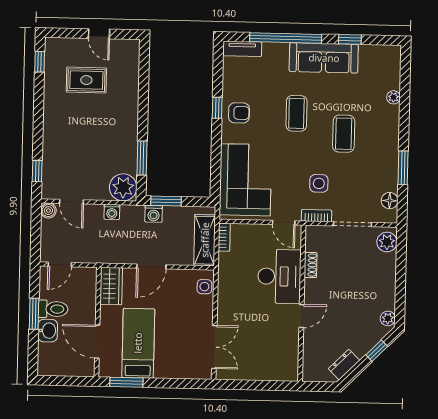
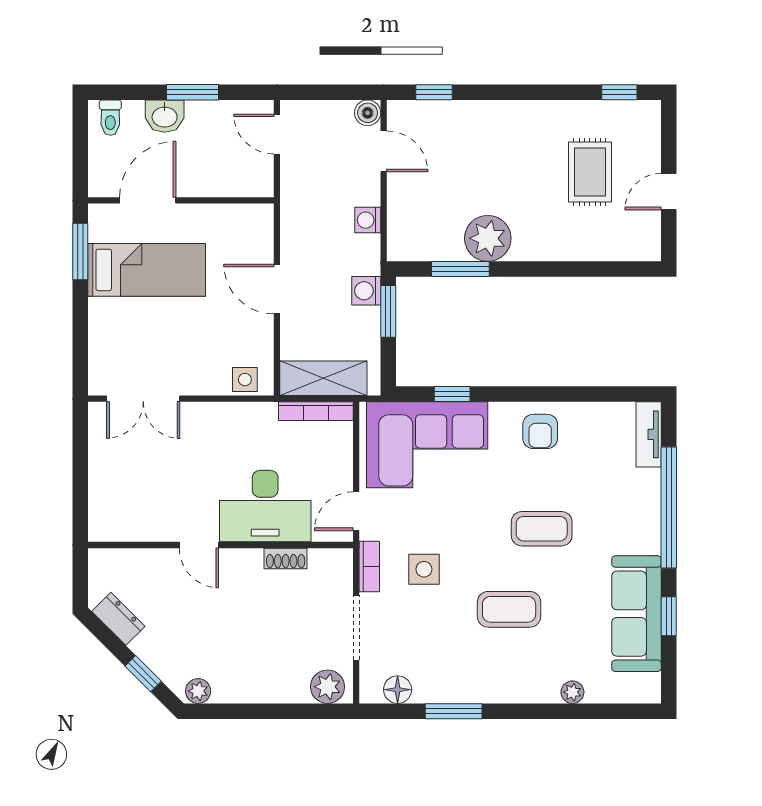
sofa: (324, 58) -> (636, 614), moved
window: (217, 108) -> (452, 394), moved
plant: (123, 187) -> (488, 238), moved
door: (71, 202) -> (384, 151), swing flipped
bookcase: (224, 237) -> (316, 411), width x1.56
wardrobe: (111, 286) -> (242, 222), removed
toilet: (53, 309) -> (110, 118), moved, width x0.73, depth x0.72

